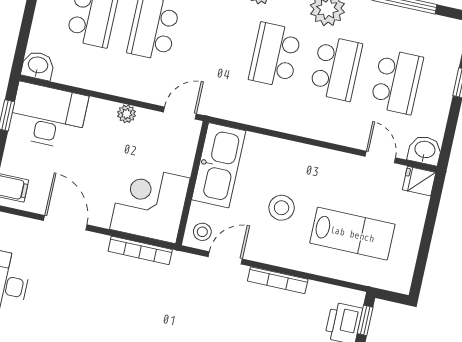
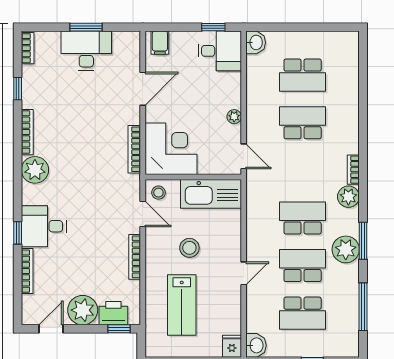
school desk: (336, 68) -> (303, 266), turned 180
desk: (48, 116) -> (220, 51), width x0.73
door: (380, 157) -> (244, 273), moved

